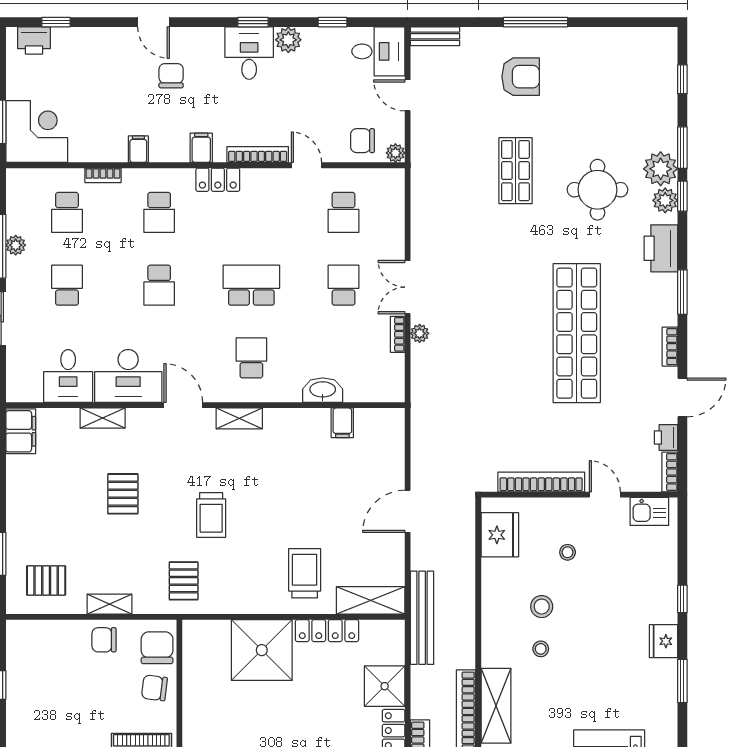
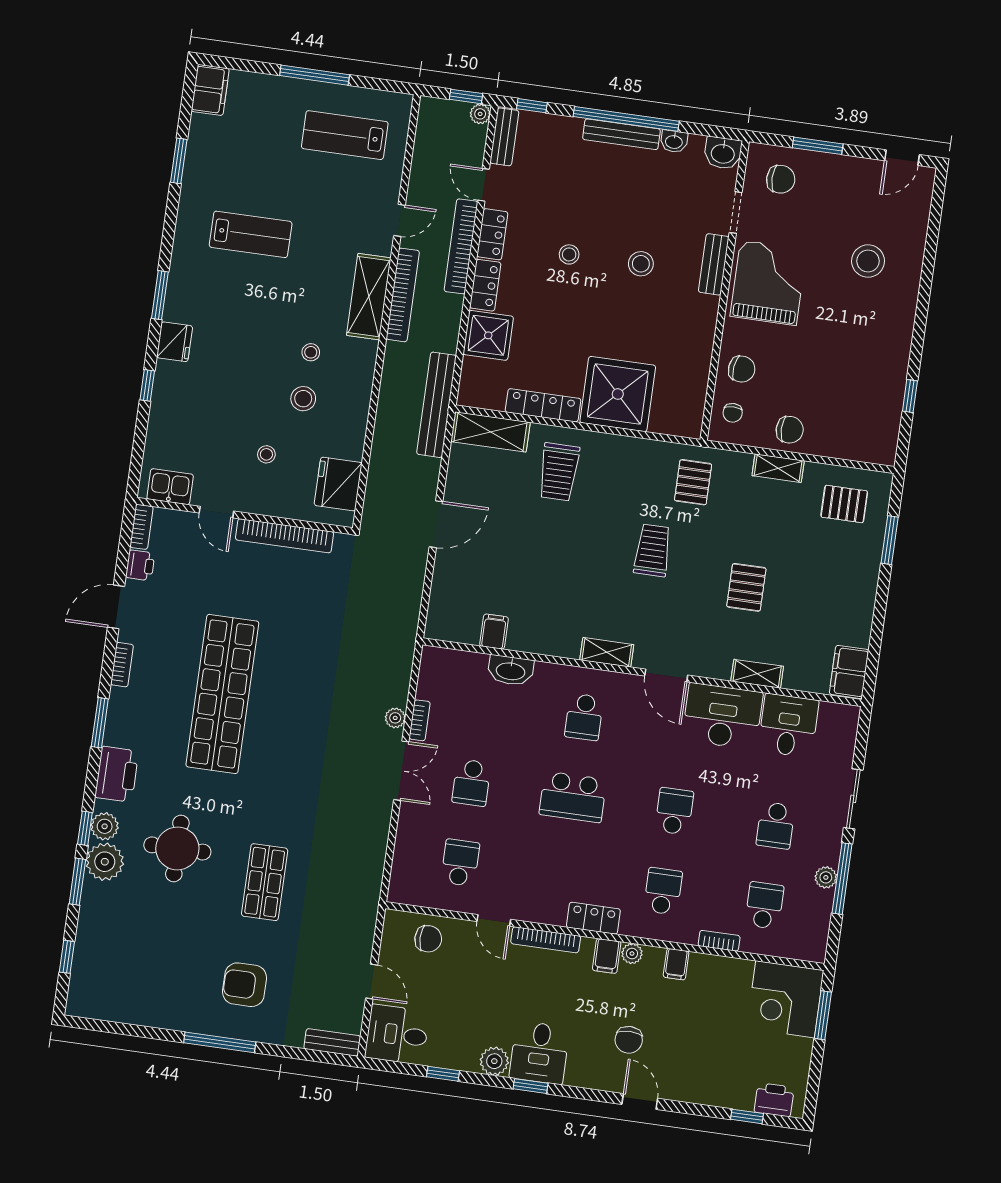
plant: (395, 153) -> (632, 954), moved
chair: (157, 648) -> (733, 413), width x0.54, depth x0.54

